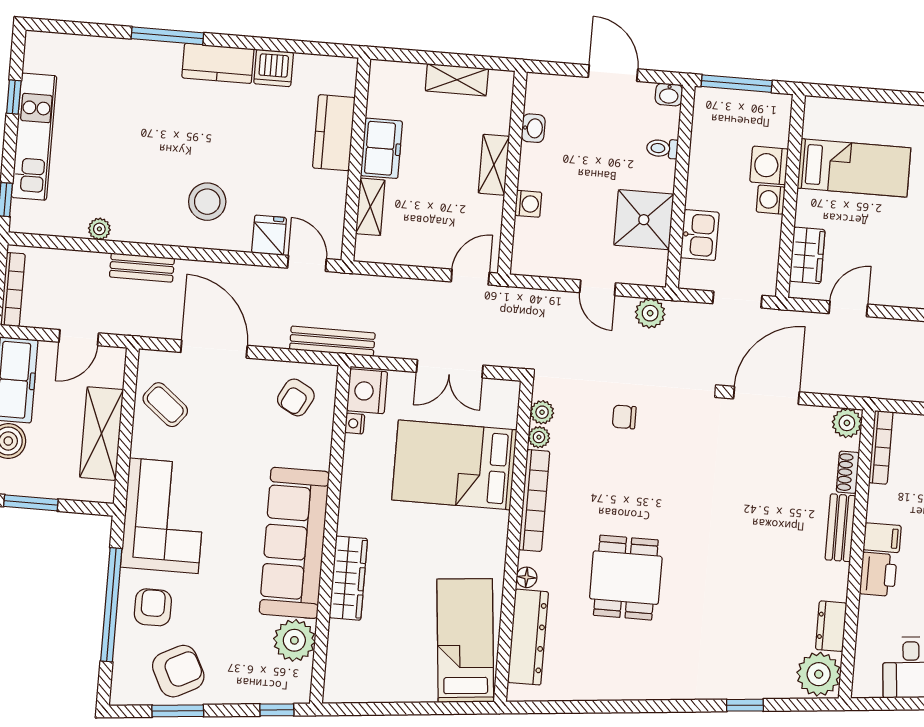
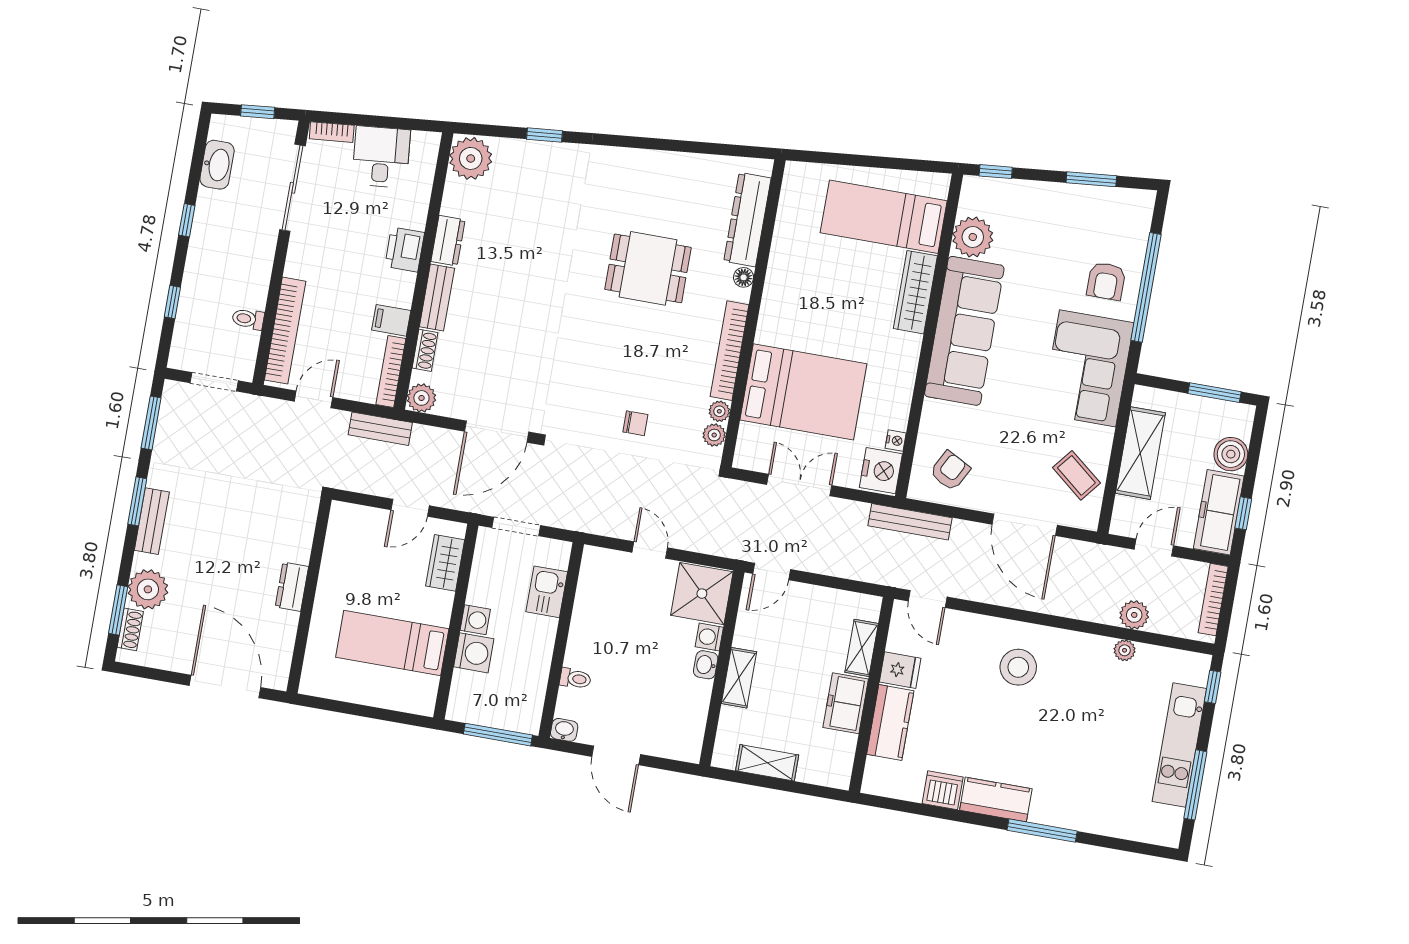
window: (14, 97) -> (1195, 785), width x2.17
washbasin: (533, 128) -> (706, 665), moved
shower: (644, 220) -> (702, 594), moved
fridge: (269, 235) -> (900, 670), moved, turned -90
bench: (142, 267) -> (380, 429), moved
plant: (650, 313) -> (1134, 615), moved
filing cabinet: (882, 538) -> (391, 320), moved
dining table: (626, 578) -> (648, 268), turned 90
dresser: (831, 626) -> (448, 241), moved
bed: (465, 640) -> (884, 217), moved, turned 95
armchair: (178, 671) -> (1087, 218), removed

